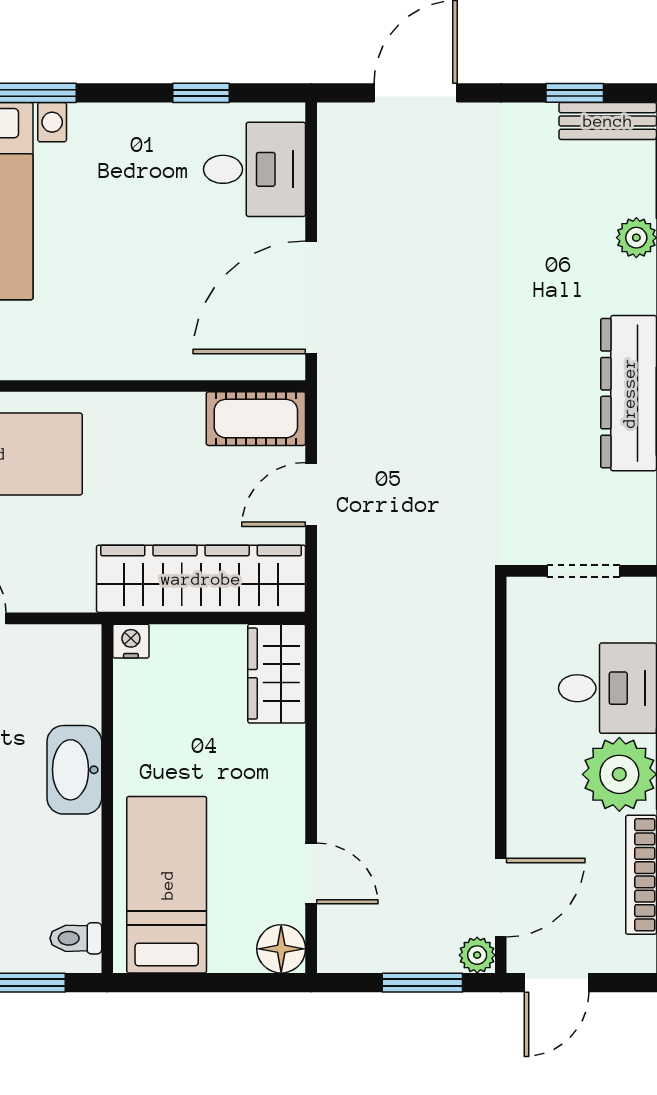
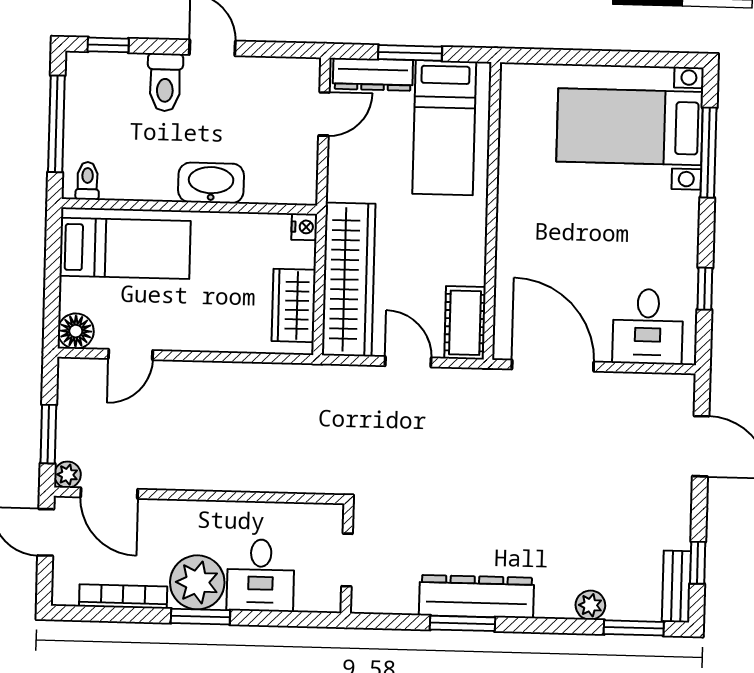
wardrobe: (277, 674) -> (294, 305), moved, turned -90

